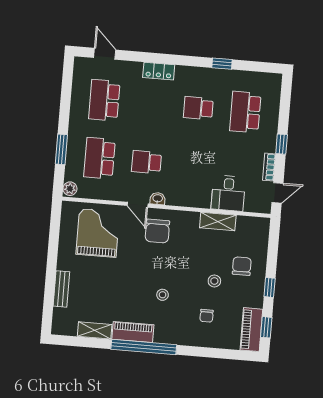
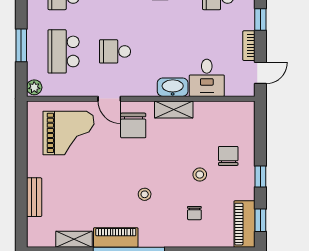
washbasin: (158, 199) -> (173, 87), moved, width x1.91, depth x1.45
shelving: (218, 222) -> (174, 110), moved
grand piano: (98, 233) -> (68, 133), turned 90

